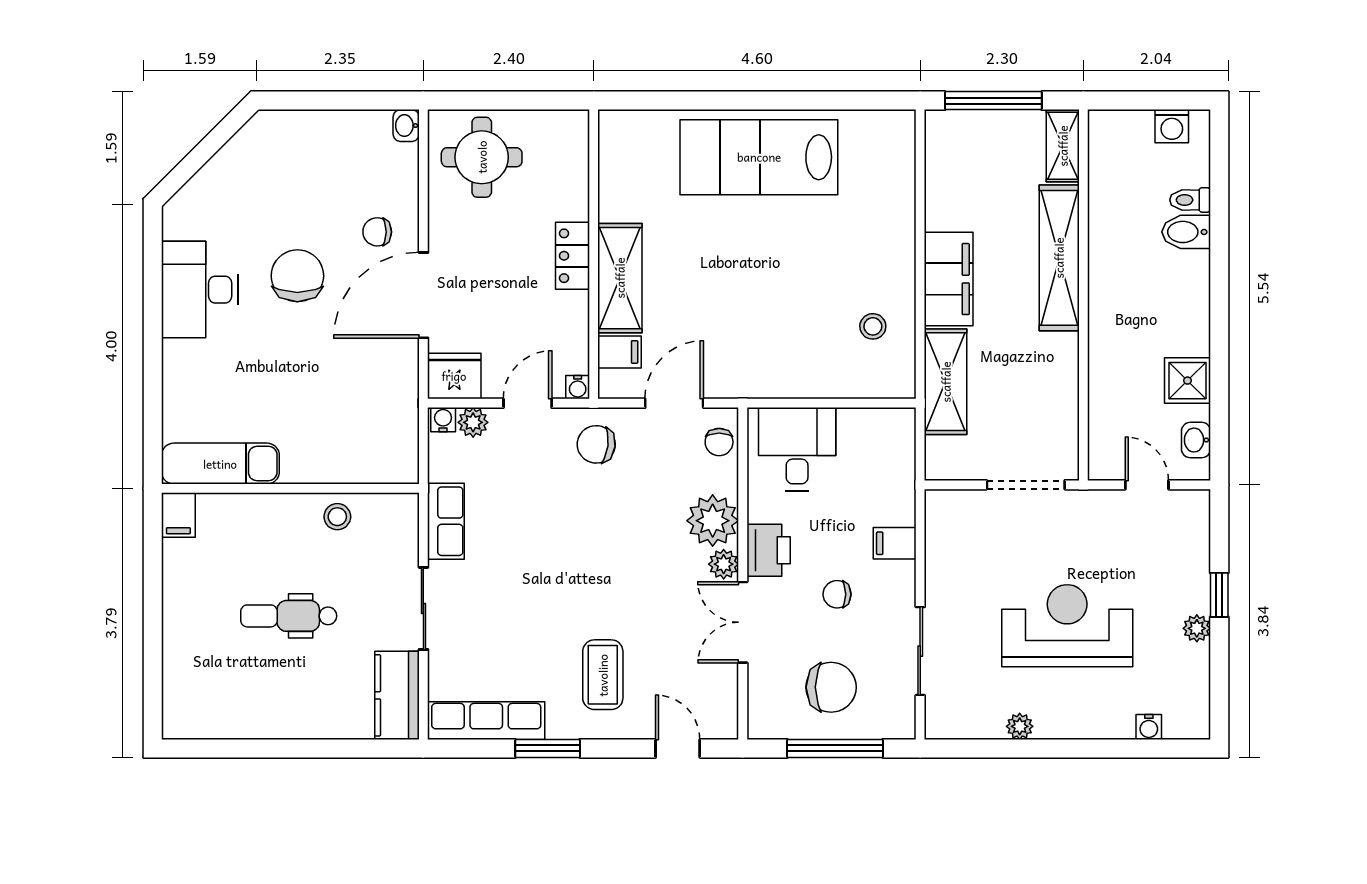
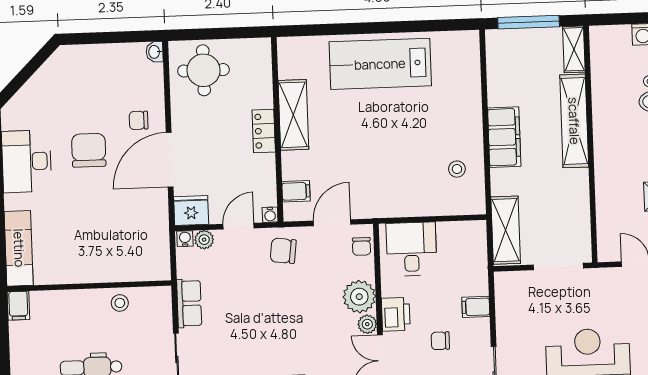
shelving: (620, 278) -> (293, 115), moved
shelving: (946, 382) -> (506, 230), moved
exam couch: (220, 464) -> (19, 248), moved, turned 90

